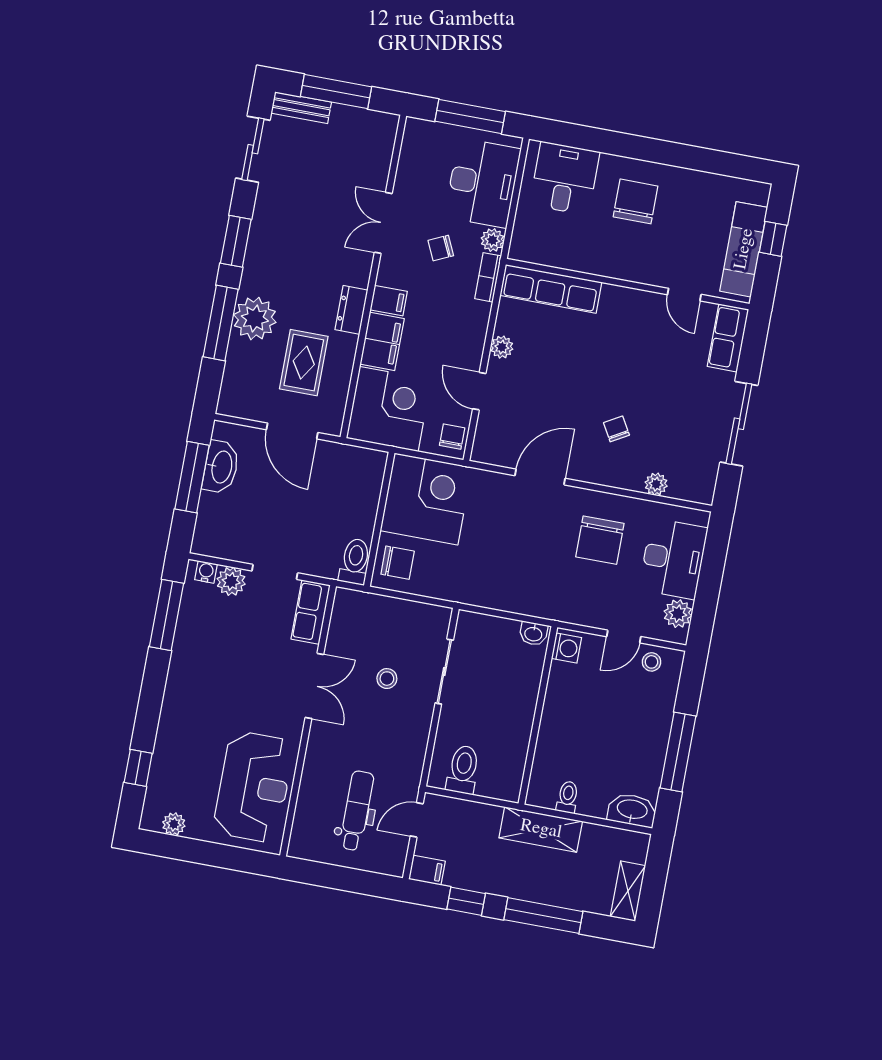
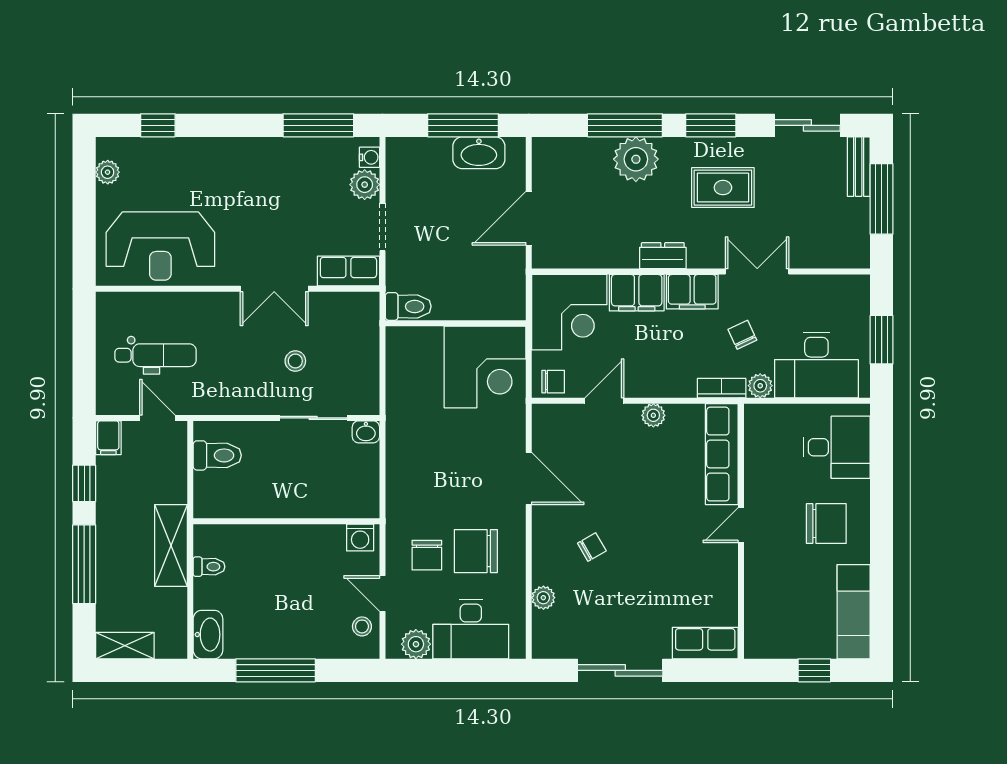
window: (470, 116) -> (882, 340), width x0.69
exam couch: (744, 249) -> (854, 612), moved, turned -90
door: (684, 295) -> (741, 525), moved
filing cabinet: (389, 301) -> (692, 292), width x2.00
rug: (304, 363) -> (723, 188), moved
chair: (398, 563) -> (427, 555), moved
washbasin: (533, 634) -> (366, 432), moved, turned -90

